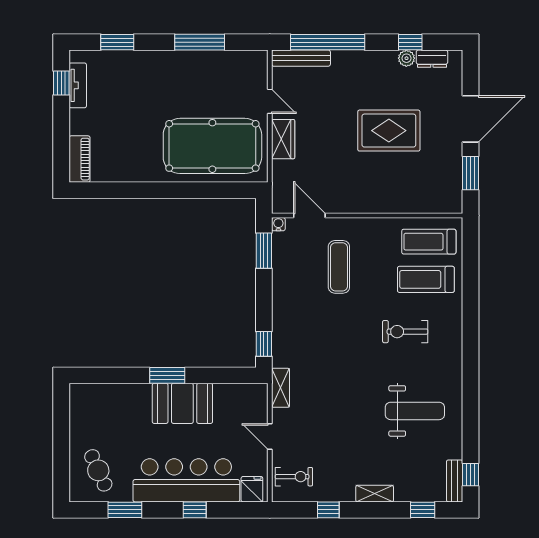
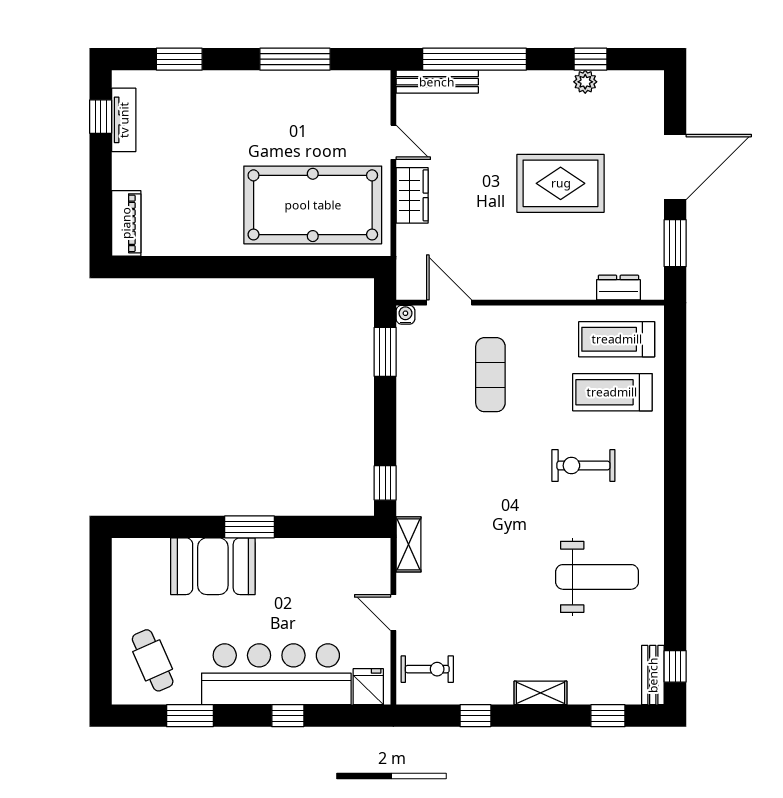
dresser: (432, 59) -> (618, 288), moved, turned 180
booth: (182, 403) -> (213, 566), moved

